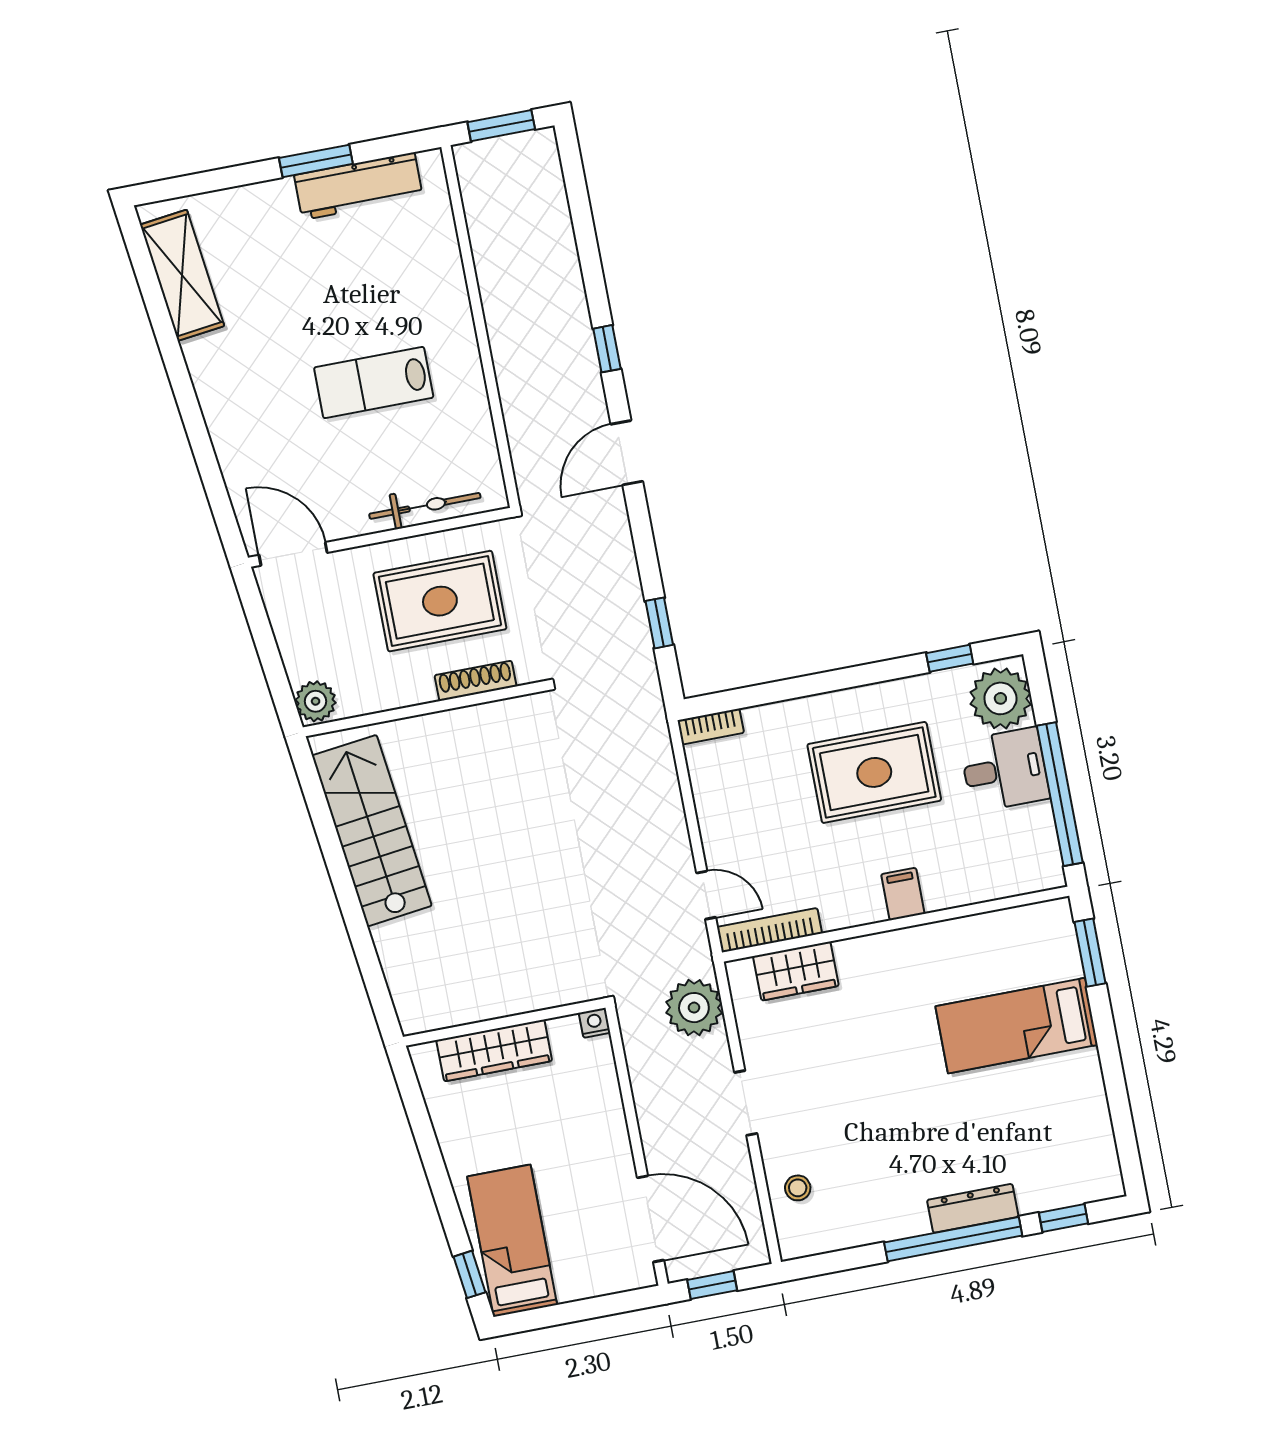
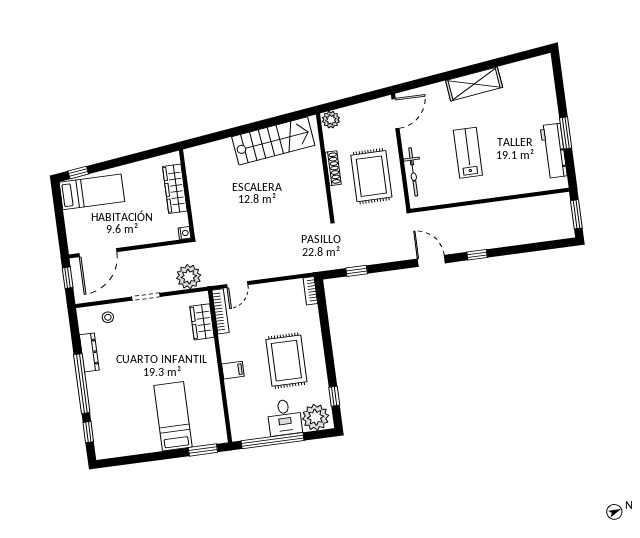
shelving: (182, 275) -> (474, 84), moved
shoe rack: (476, 681) -> (333, 168), moved
dresser: (973, 1208) -> (89, 352), moved

